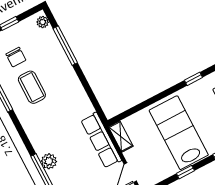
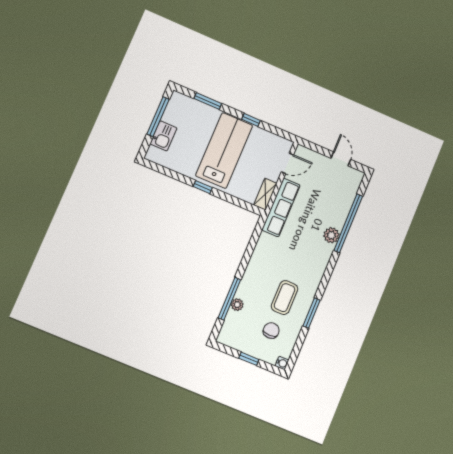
plant: (43, 22) -> (237, 305), moved
window: (194, 79) -> (203, 187), moved
lab bench: (179, 133) -> (224, 150), turned 180

